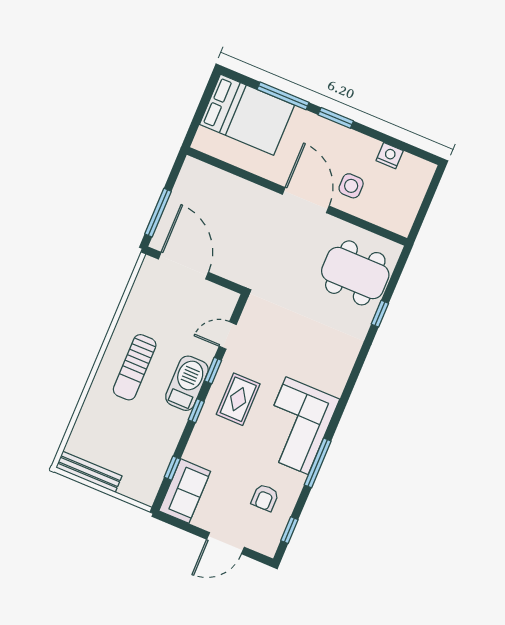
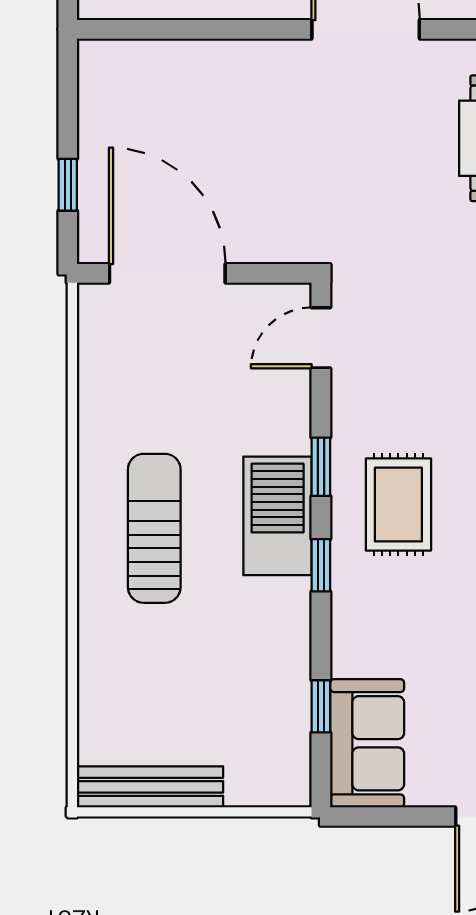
window: (158, 213) -> (68, 185), width x0.46
door: (228, 335) -> (321, 338), moved
sun lounger: (135, 367) -> (154, 528), turned 180

